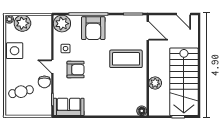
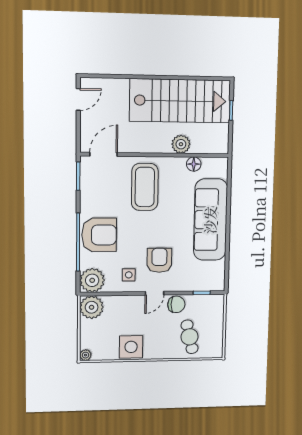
plant: (22, 23) -> (92, 307), moved
sofa: (69, 107) -> (210, 220), moved, width x1.85, depth x1.27
floor lamp: (142, 111) -> (194, 164), moved

